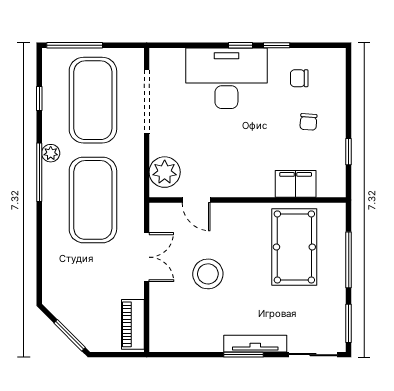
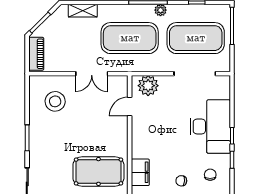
shelving: (52, 271) -> (83, 11), added
stool: (208, 274) -> (55, 101), moved
piano: (133, 324) -> (36, 54), moved, turned 90
tv unit: (255, 344) -> (35, 146), removed

